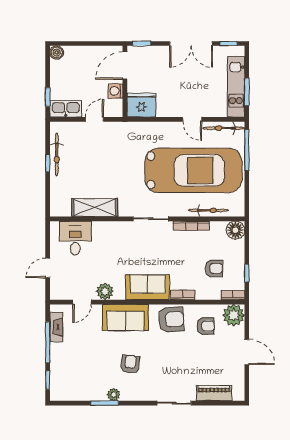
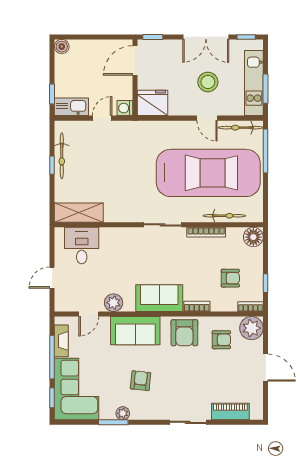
stool: (193, 86) -> (208, 82), added
washing machine: (116, 91) -> (125, 108), moved
shelving: (95, 208) -> (79, 213), moved
armchair: (171, 319) -> (184, 333), turned 94
corner sofa: (70, 372) -> (77, 389), added

